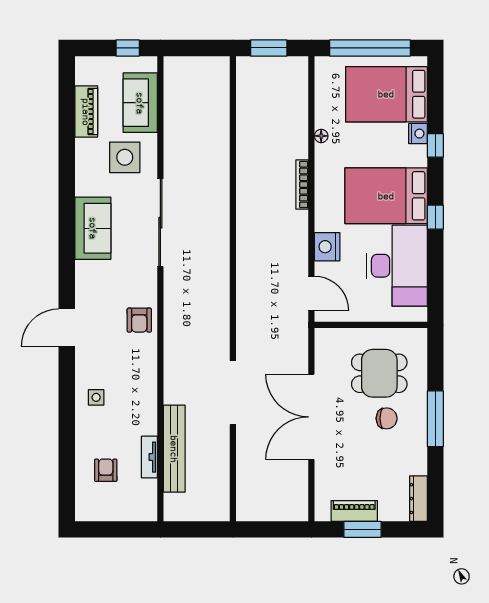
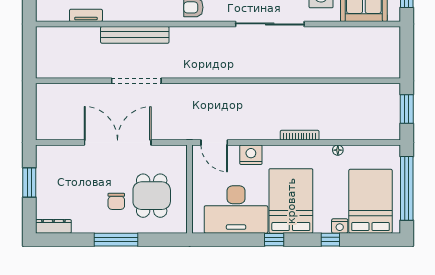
door: (311, 293) -> (214, 142), hinge flipped
bench: (174, 449) -> (135, 35), moved
piano: (354, 511) -> (44, 176), removed

